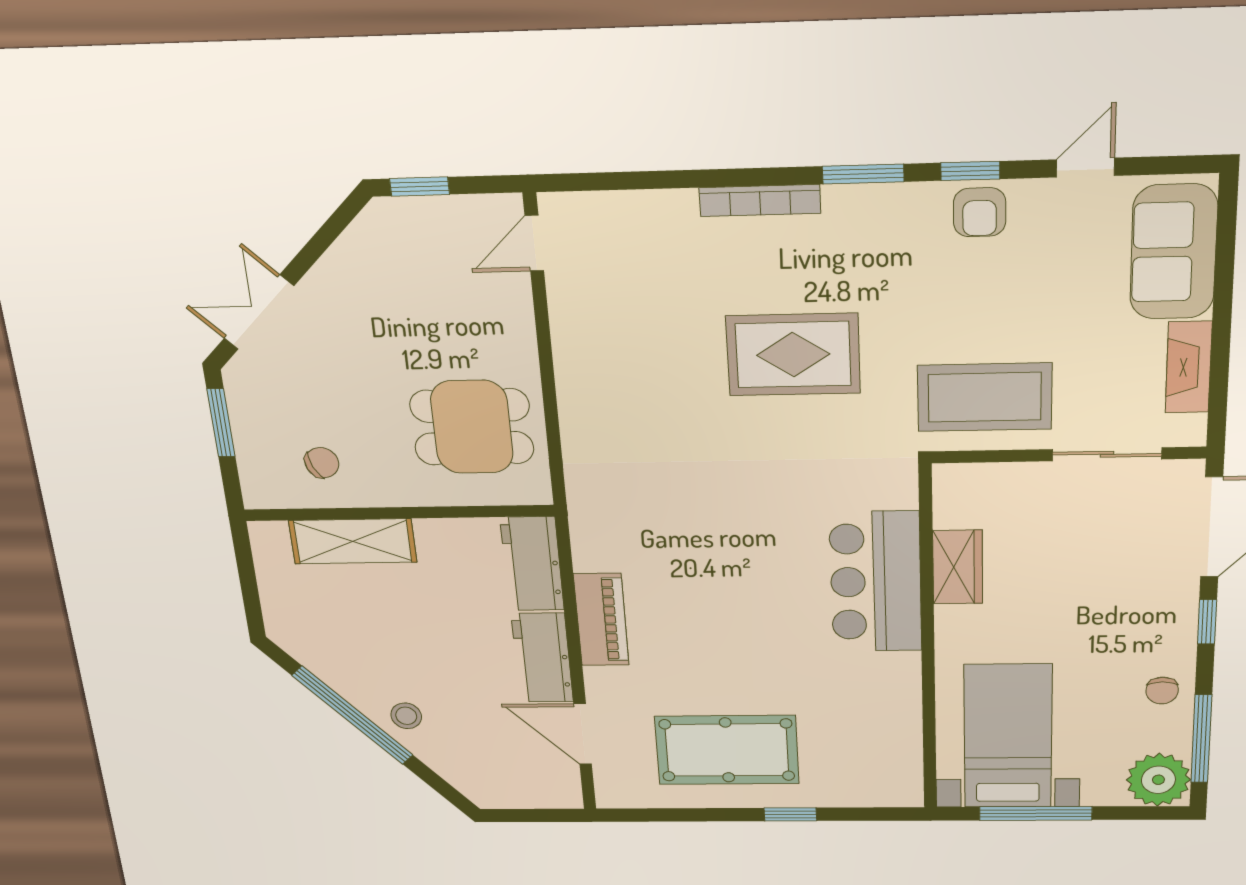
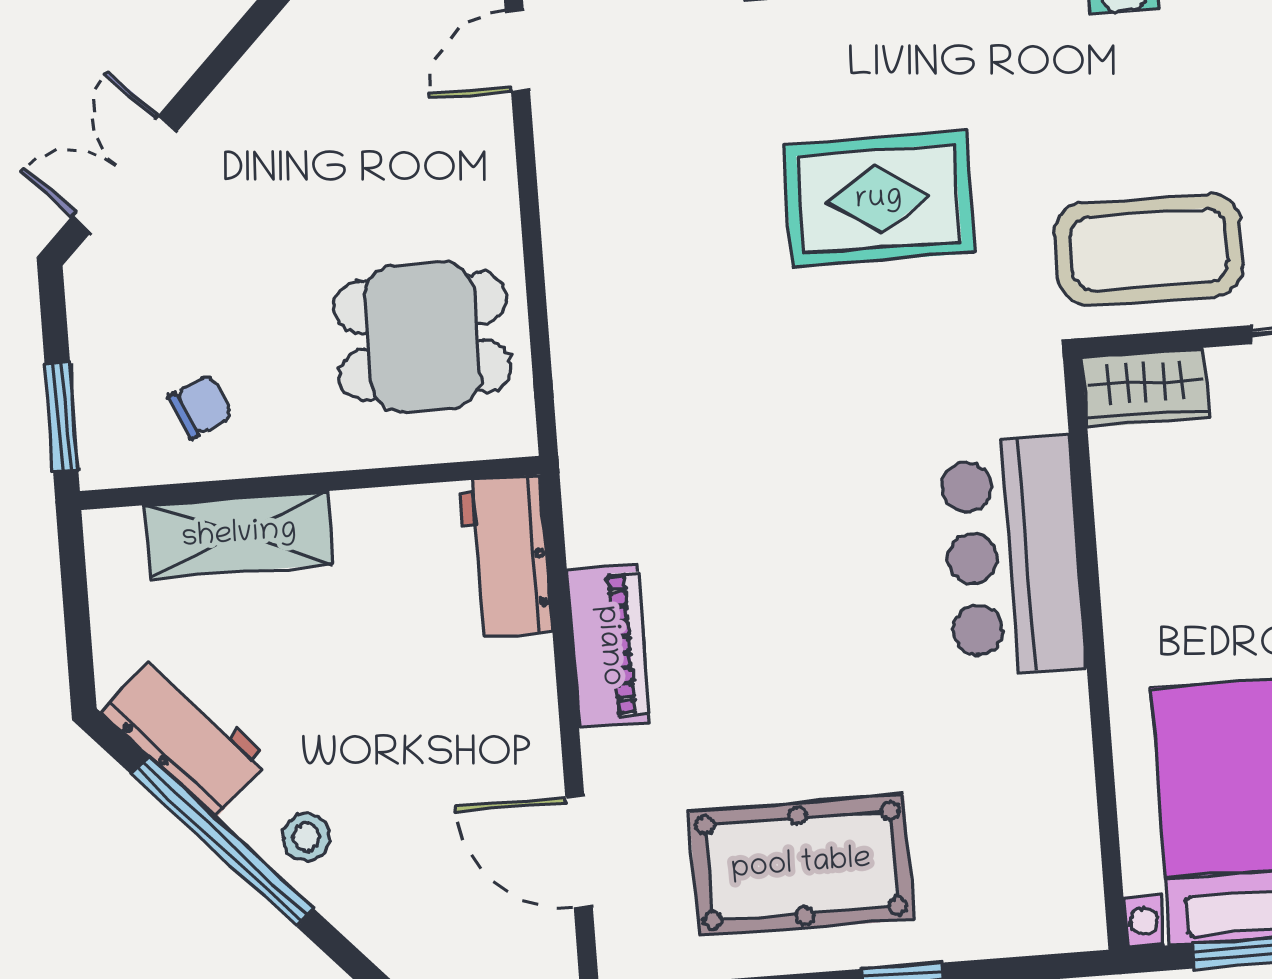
window: (221, 423) -> (61, 416), moved
wardrobe: (958, 567) -> (1146, 388), moved, turned 90
workbench: (542, 658) -> (186, 735), moved, turned 137

